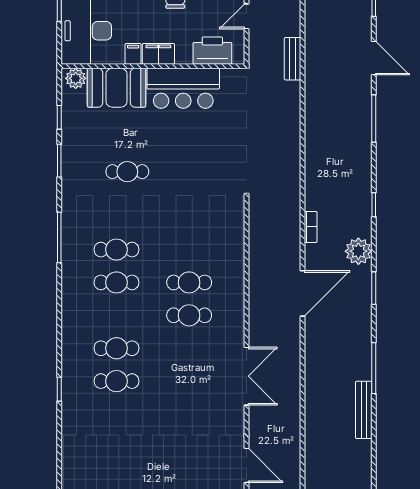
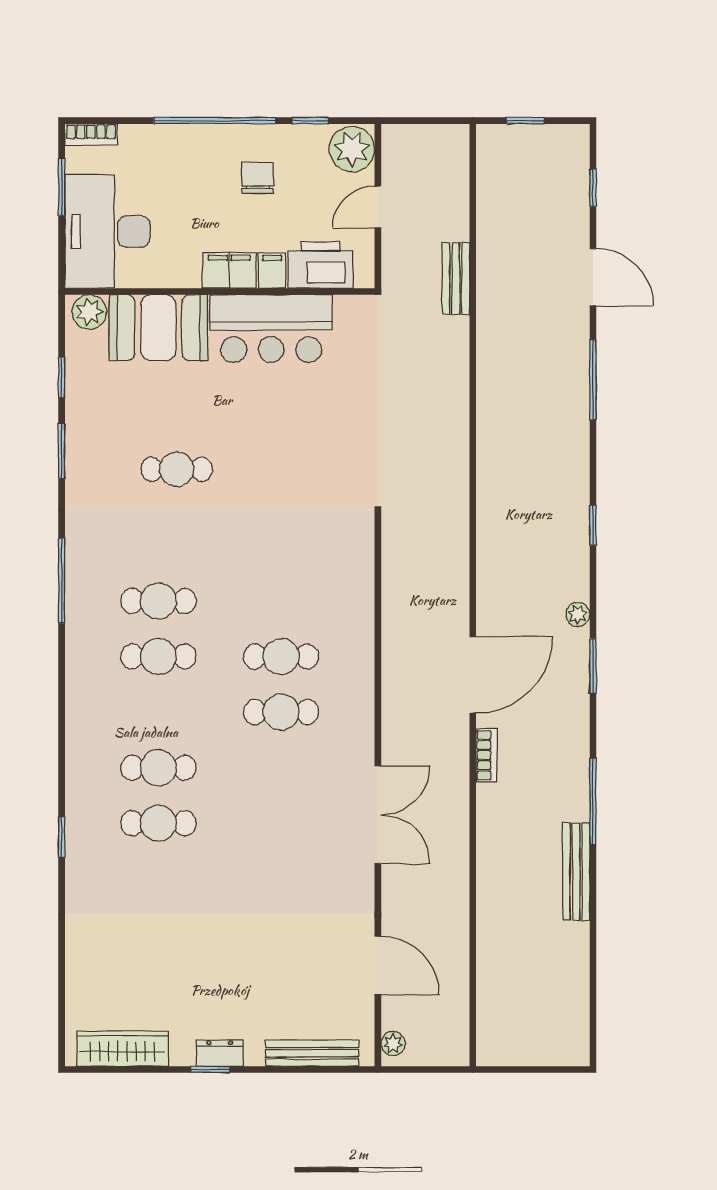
filing cabinet: (133, 54) -> (272, 270), moved
bookcase: (311, 227) -> (486, 755), moved
plant: (358, 251) -> (578, 614), width x0.53, depth x0.53

